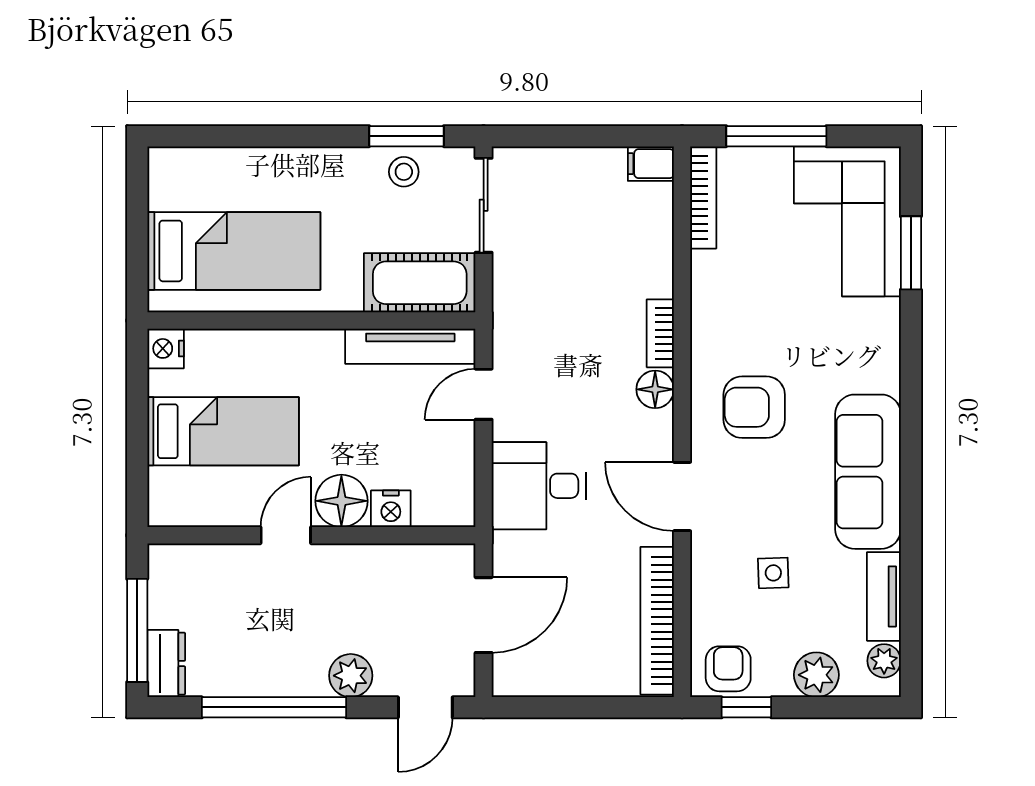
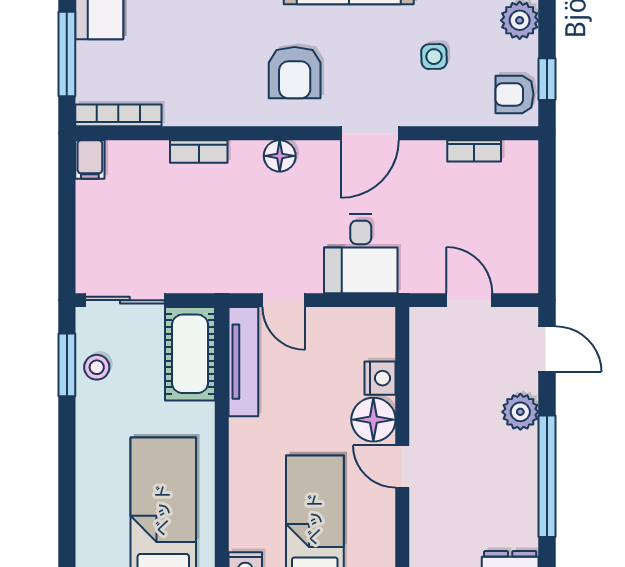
bookcase: (660, 333) -> (199, 152), moved
door: (484, 615) -> (469, 300), width x0.73
bookcase: (657, 621) -> (474, 151), width x0.43, depth x0.76

